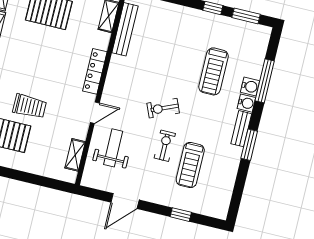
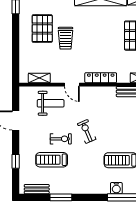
water cooler: (246, 103) -> (104, 188), removed
bench: (241, 129) -> (37, 189), moved
window: (249, 145) -> (61, 197), moved

